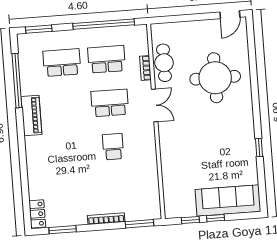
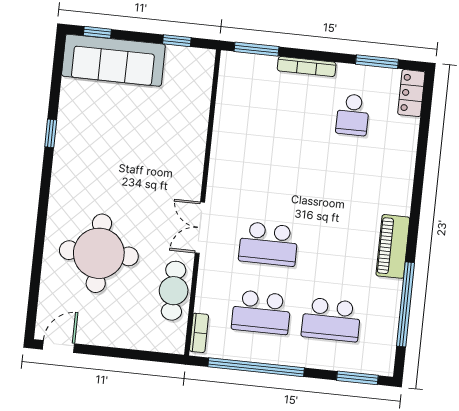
bookcase: (145, 68) -> (199, 333), moved
school desk: (113, 147) -> (353, 115), moved
window: (215, 218) -> (97, 32), moved

